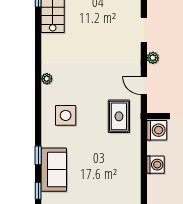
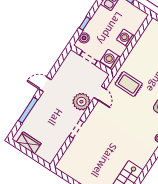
plant: (153, 58) -> (81, 102), width x1.88, depth x1.88
rug: (119, 116) -> (129, 84), turned 90

